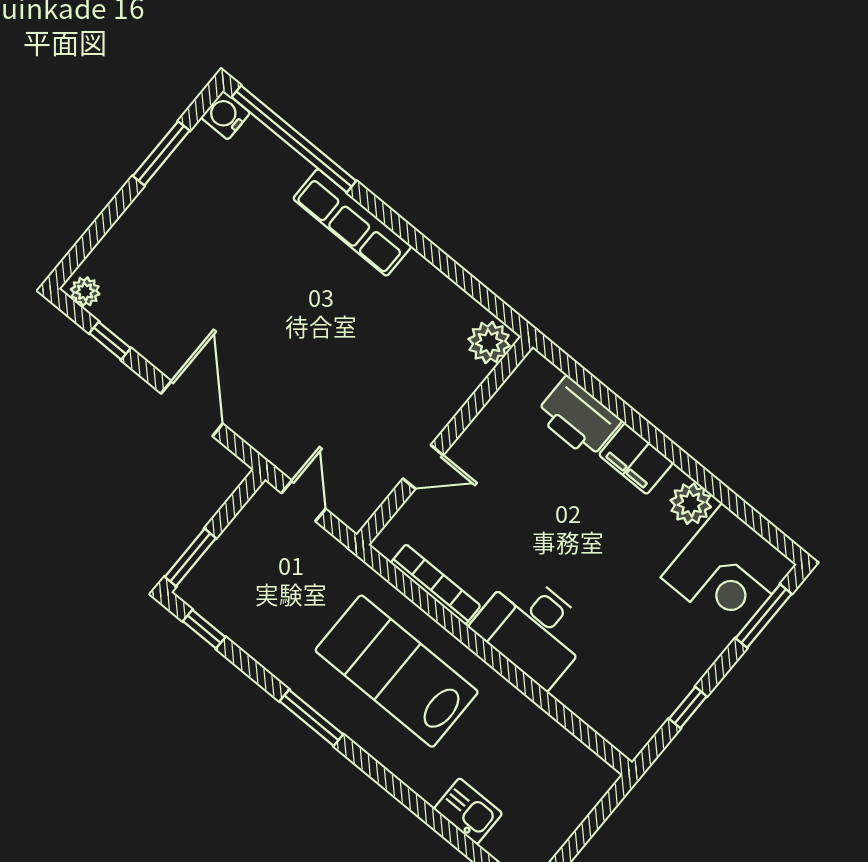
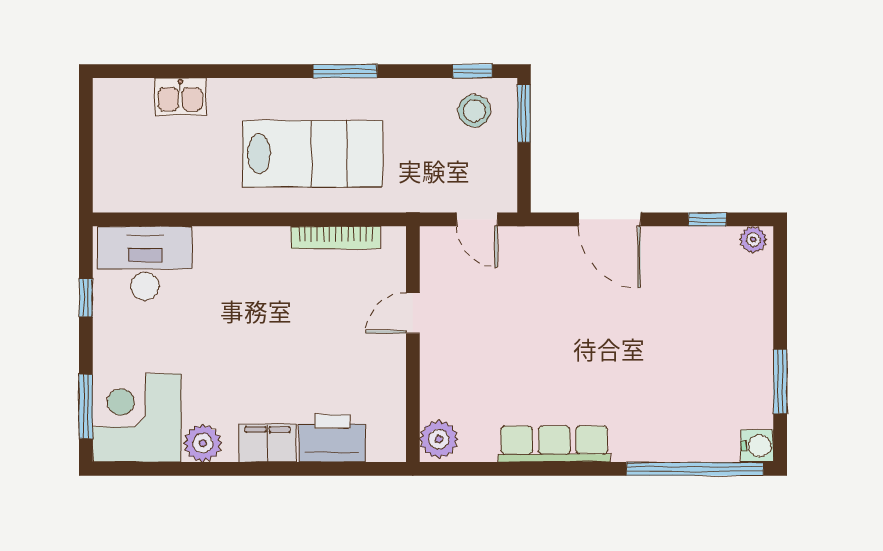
row of seats: (352, 222) -> (554, 444), moved
stool: (230, 594) -> (474, 111), added
desk: (533, 629) -> (145, 263), moved

